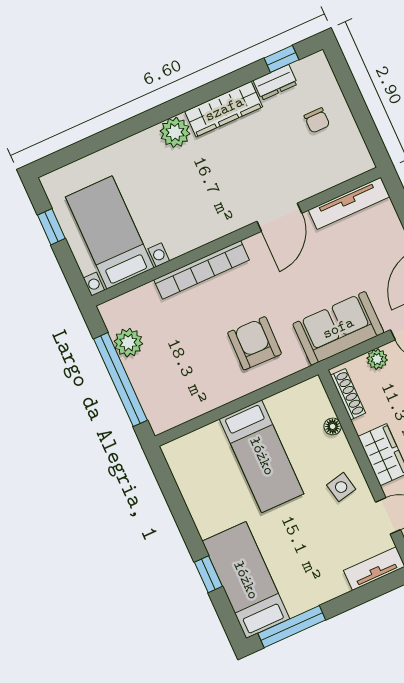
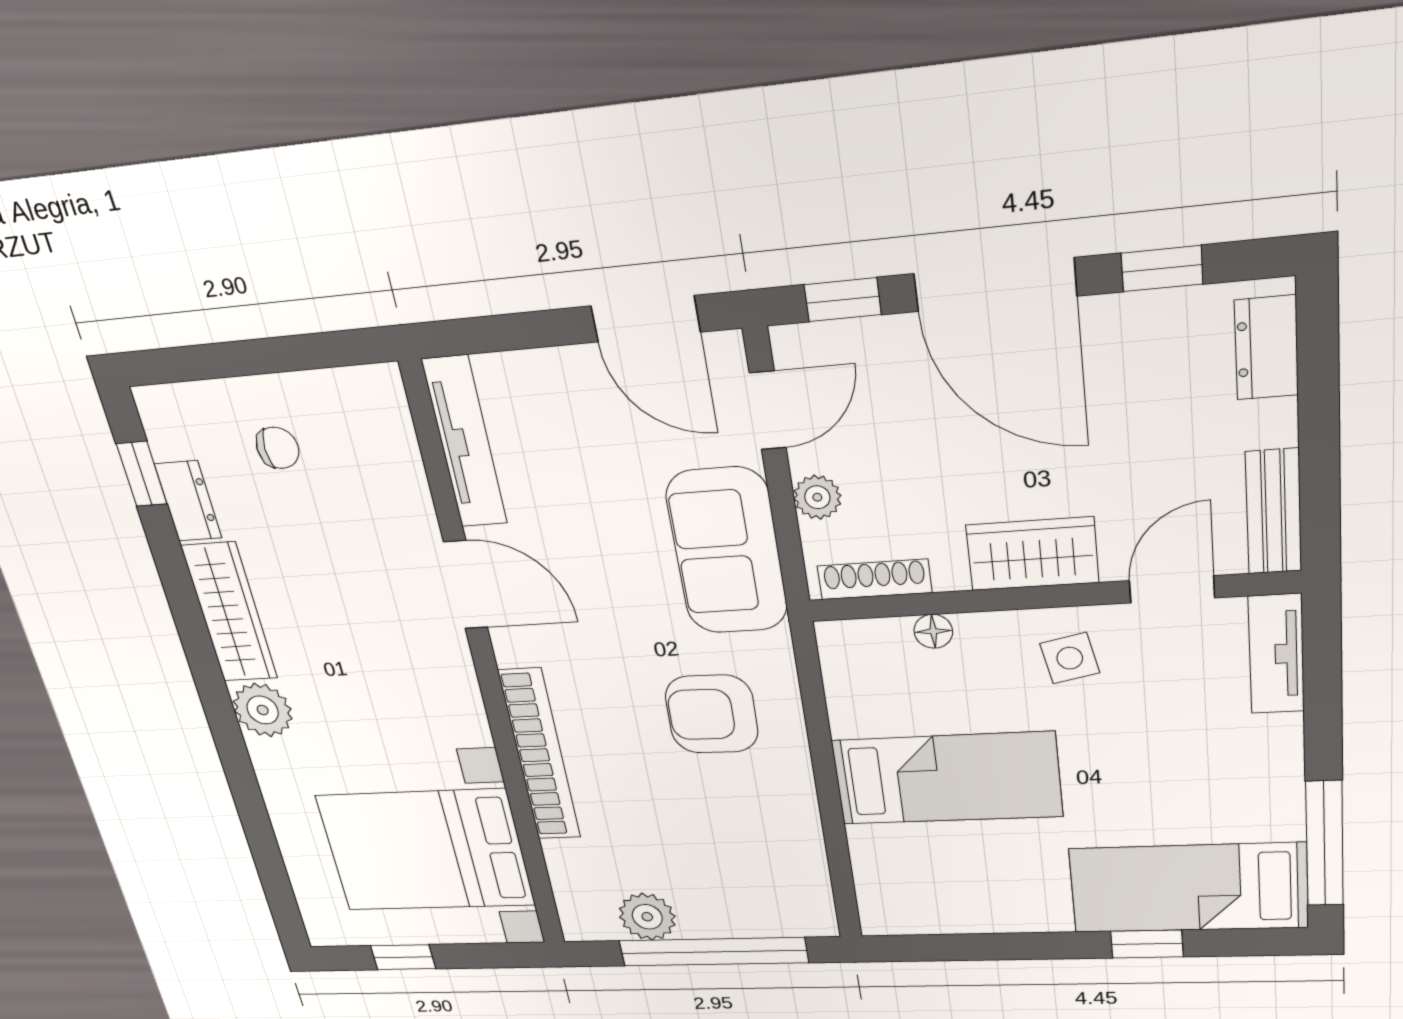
bed with nightstands: (110, 232) -> (426, 851), width x1.36

